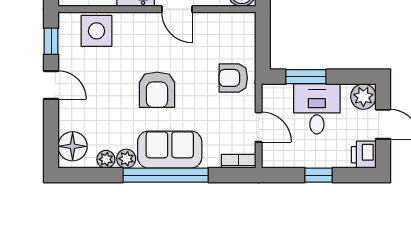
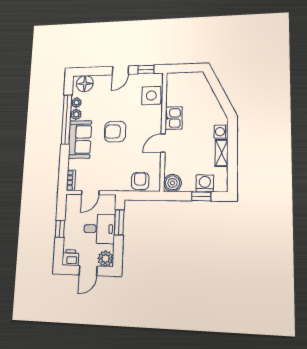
armchair: (233, 78) -> (140, 181), moved
window: (166, 175) -> (67, 119), moved

